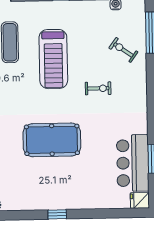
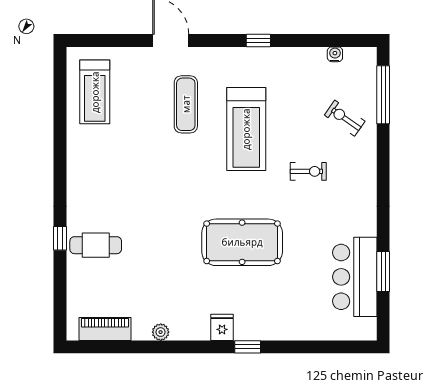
fridge: (140, 200) -> (222, 327), moved, turned 90

